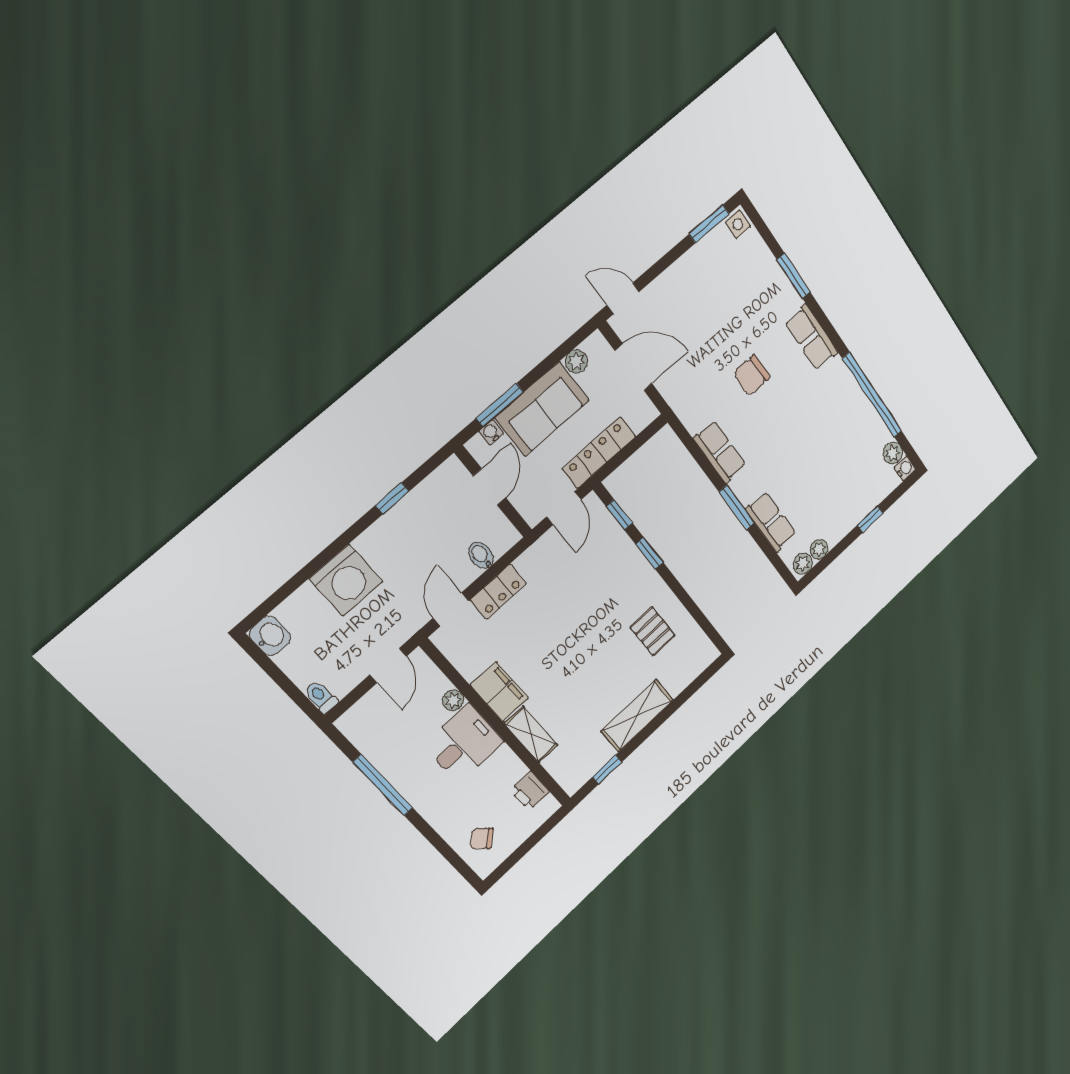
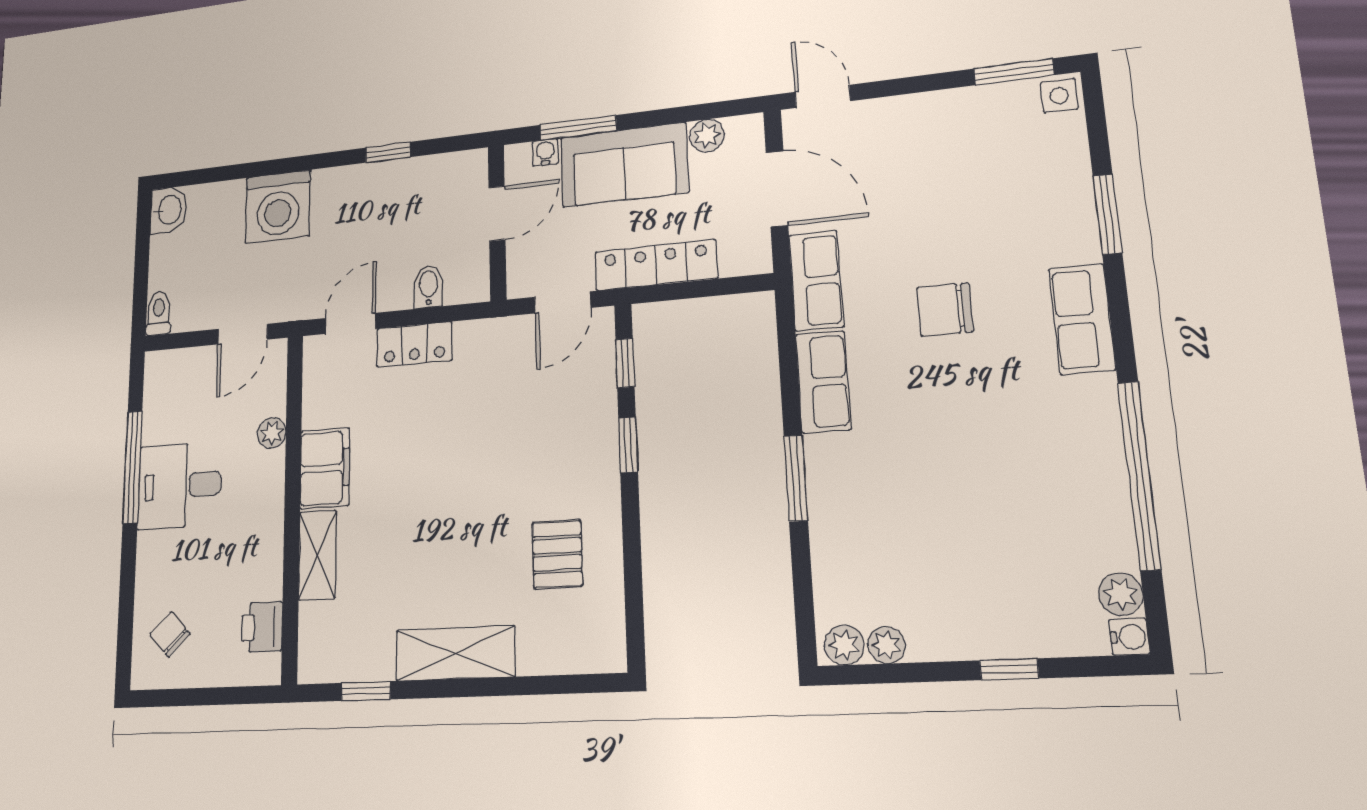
row of seats: (771, 522) -> (816, 281), moved
desk: (464, 743) -> (180, 486), moved, turned 180

